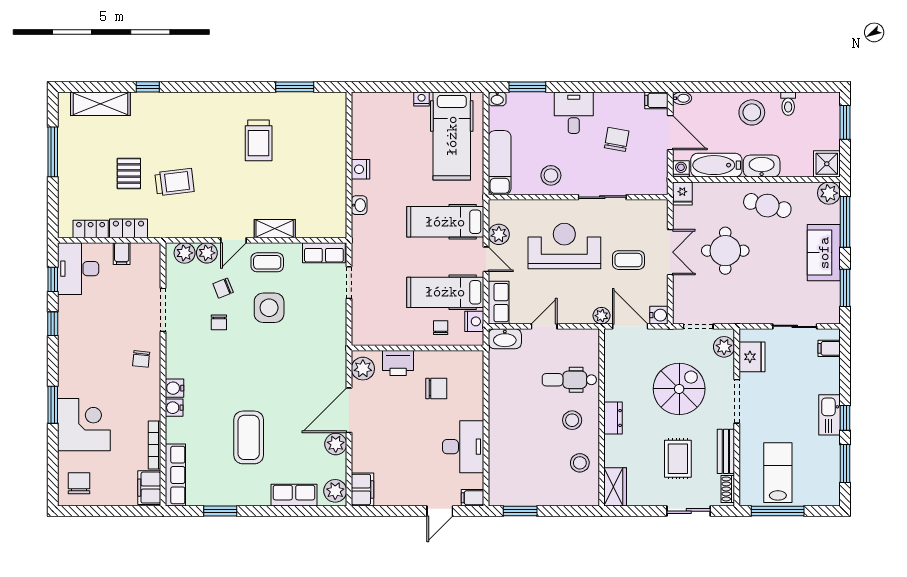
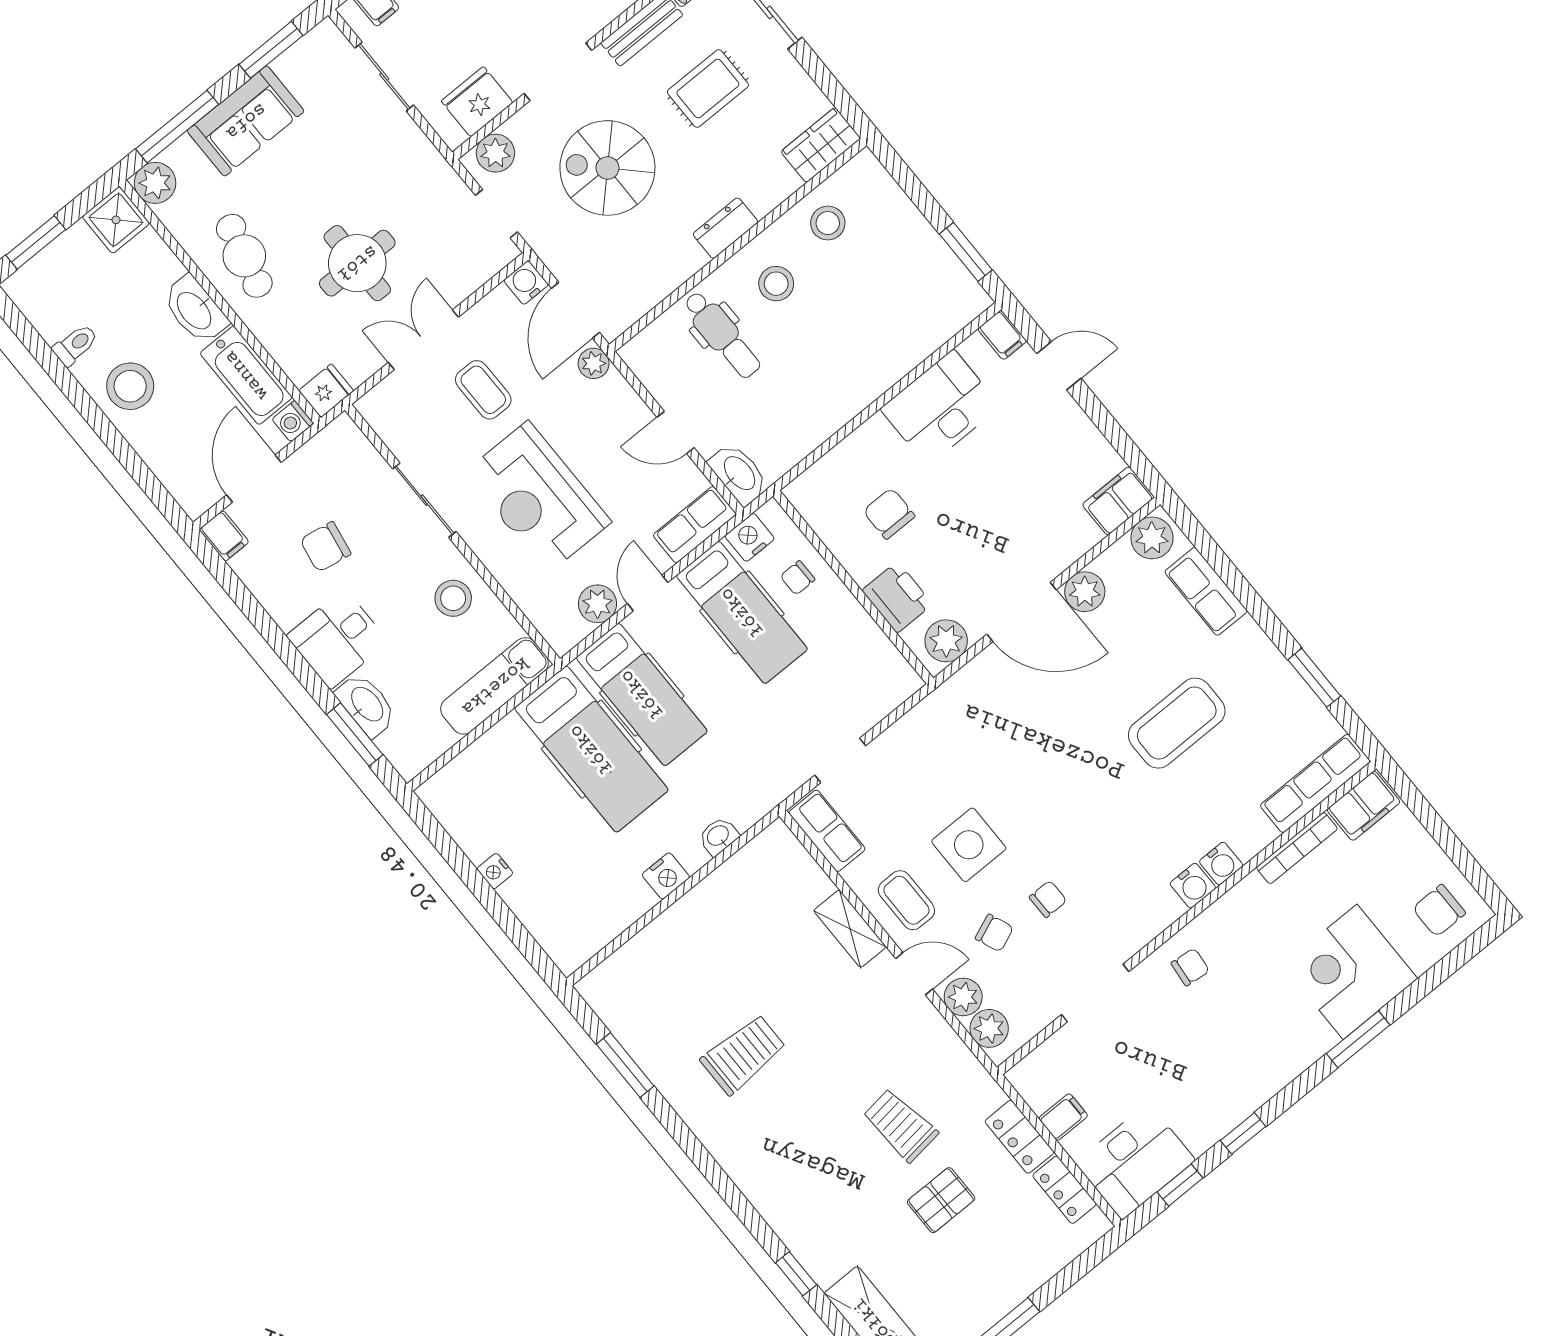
bidet: (682, 98) -> (191, 502), removed
washbasin: (497, 99) -> (366, 705), moved, width x1.91, depth x1.45
hospital bed: (452, 136) -> (591, 749), moved, turned 90

